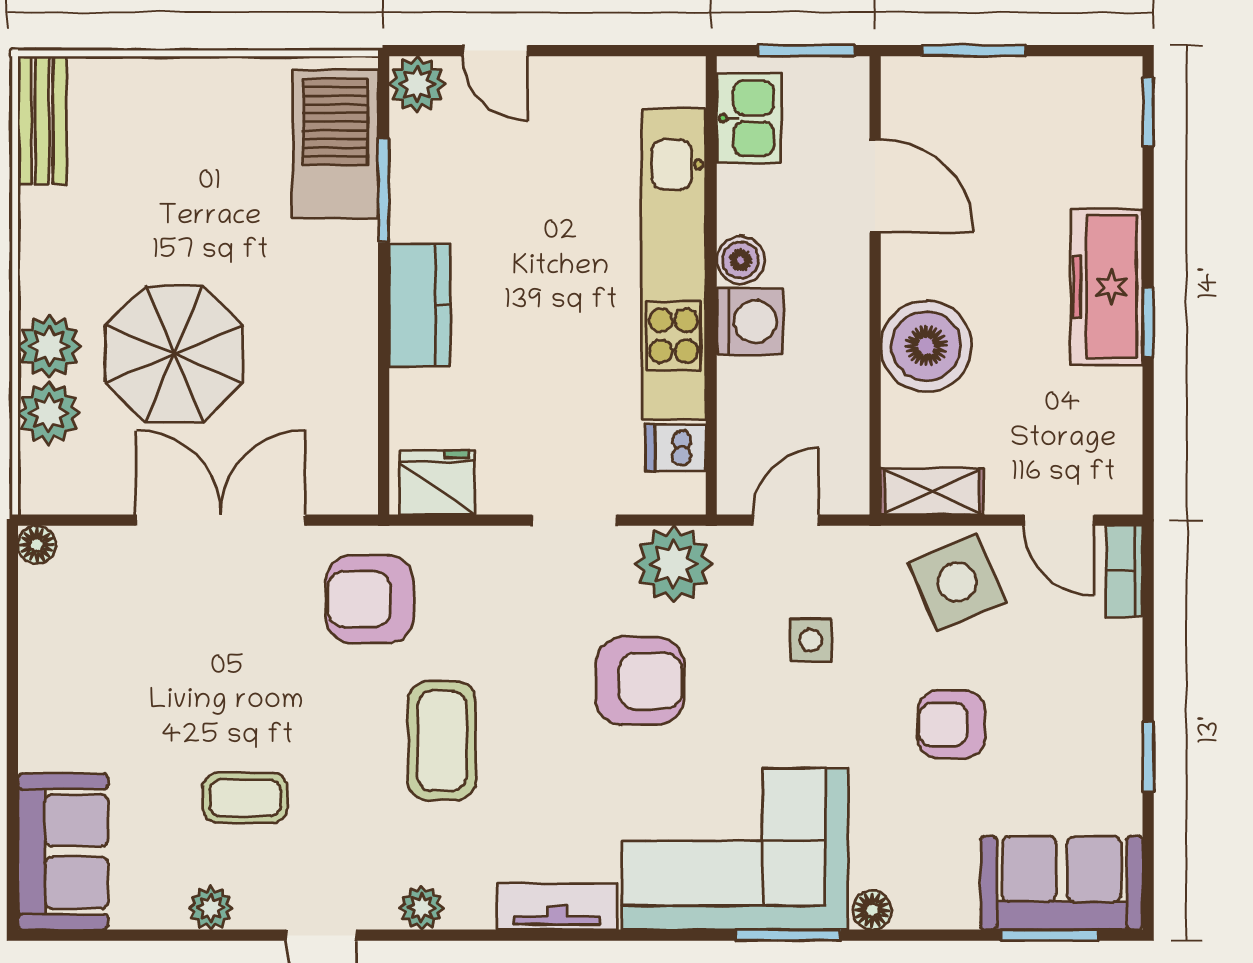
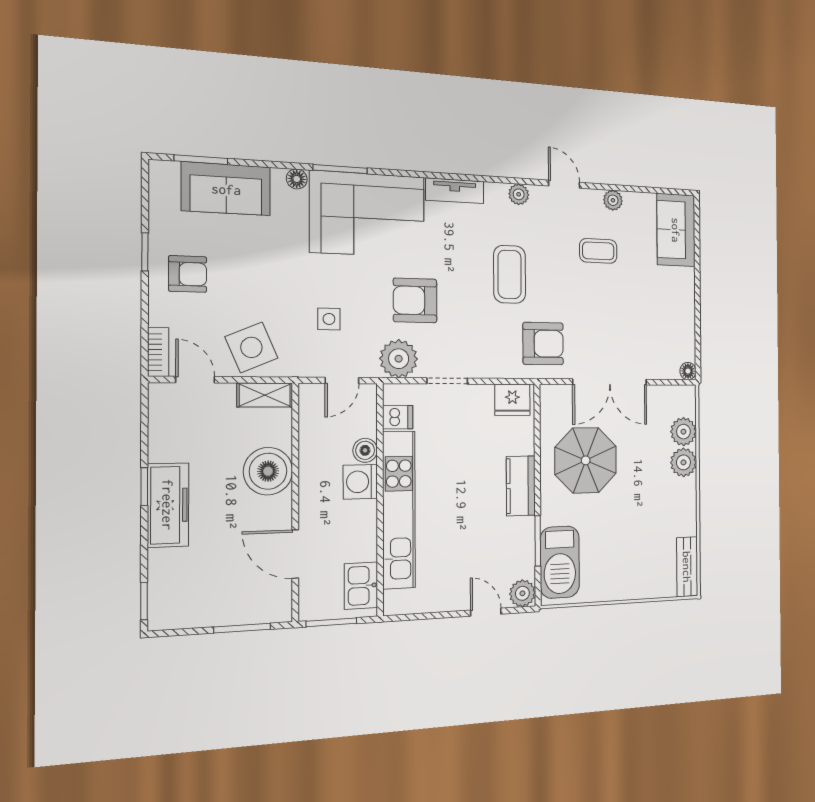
boiler: (741, 260) -> (365, 450), moved
parasol: (174, 354) -> (586, 460), moved
armchair: (951, 724) -> (188, 274), moved
sofa: (1062, 883) -> (226, 189), moved

